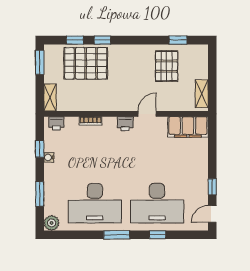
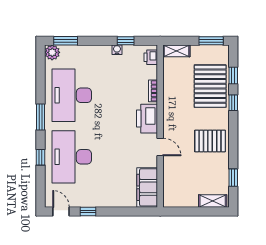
pallet: (167, 66) -> (210, 141), moved
shelving: (202, 94) -> (213, 201), moved
printer: (125, 124) -> (147, 119), width x1.87, depth x1.48
window: (40, 194) -> (66, 41), moved

